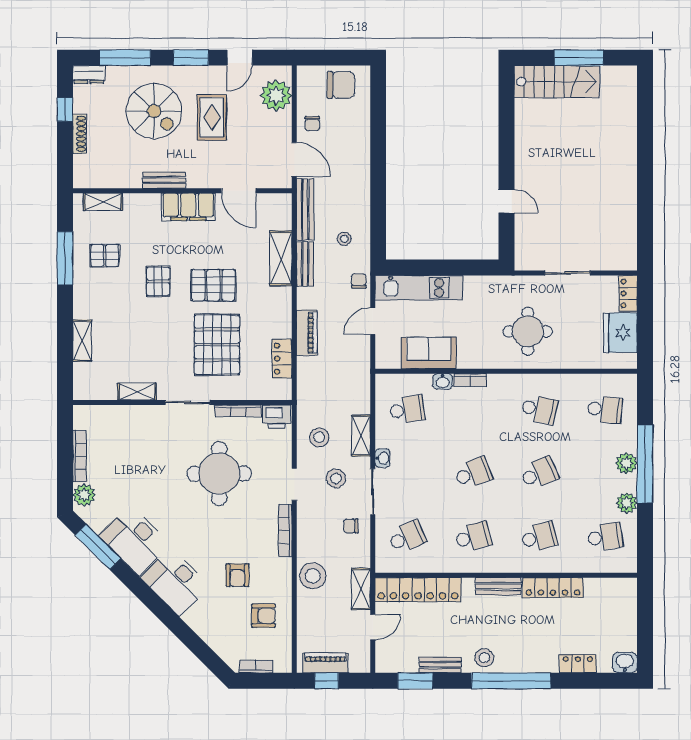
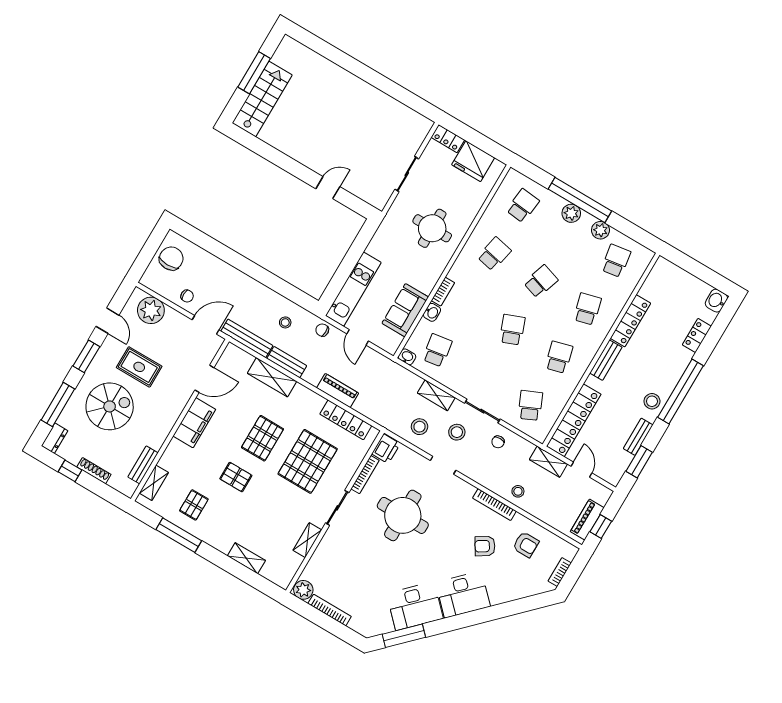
bench: (164, 180) -> (143, 465), moved
pallet: (217, 345) -> (308, 461), turned 90
locker: (282, 359) -> (346, 420), width x1.53
washbasin: (382, 458) -> (407, 357), moved
school desk: (539, 473) -> (541, 281), turned 42
plant: (84, 495) -> (303, 590), moved
bookcase: (285, 530) -> (494, 505), moved
armchair: (237, 575) -> (485, 546), turned 148
stool: (313, 576) -> (518, 491), width x0.53, depth x0.53
armchair: (263, 616) -> (526, 545), turned 90

